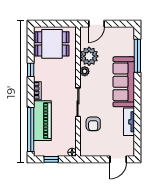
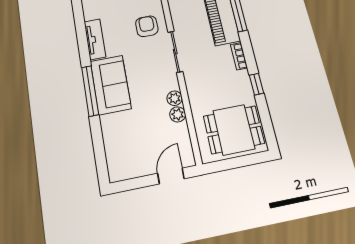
plant: (89, 56) -> (178, 114), width x0.53, depth x0.53
window: (137, 56) -> (90, 91), moved
sofa: (124, 82) -> (111, 85), width x0.73

